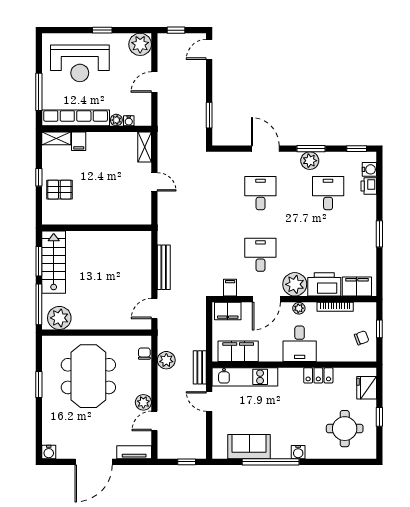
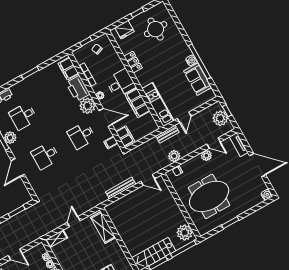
shelving: (125, 216) -> (103, 228), added
filing cabinet: (238, 351) -> (137, 103), moved
plant: (182, 448) -> (220, 118), added
water cooler: (298, 452) -> (191, 60), moved

